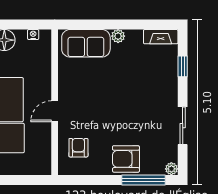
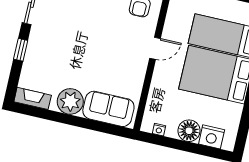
plant: (118, 36) -> (70, 101), width x1.87, depth x1.87
window: (183, 66) -> (21, 50), moved

